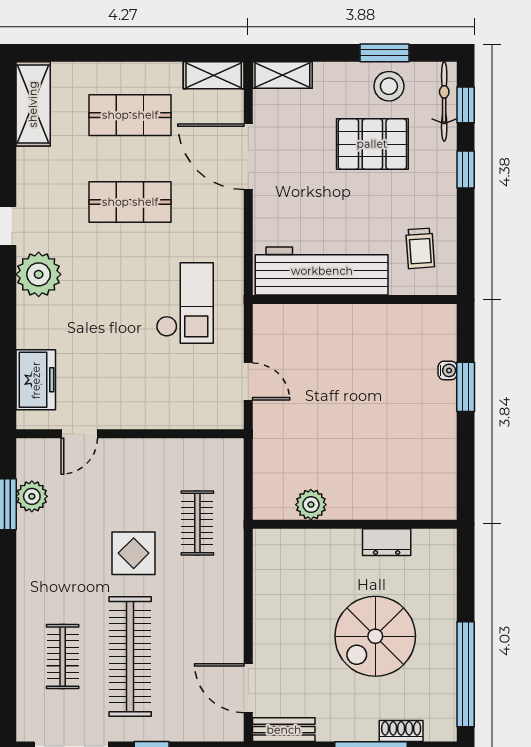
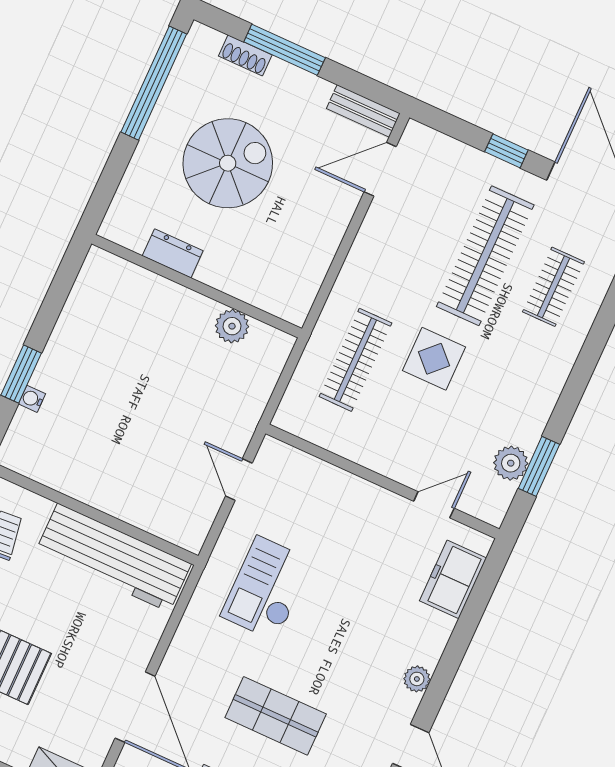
plant: (39, 274) -> (417, 679), width x0.53, depth x0.53
clothes rail: (197, 523) -> (355, 360), width x1.36
door: (248, 688) -> (380, 169), swing flipped

